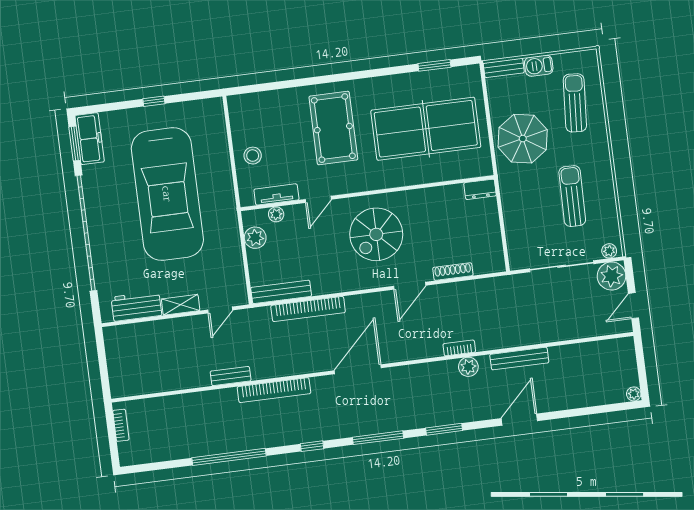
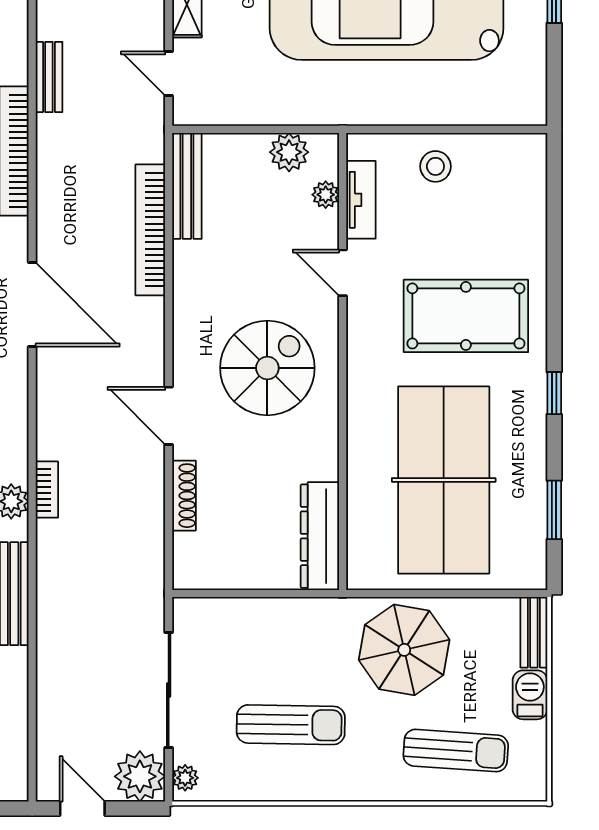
window: (370, 74) -> (554, 393), added
dresser: (480, 189) -> (320, 536), width x1.96, depth x1.24
spiral stairs: (376, 234) -> (267, 368), turned 90

